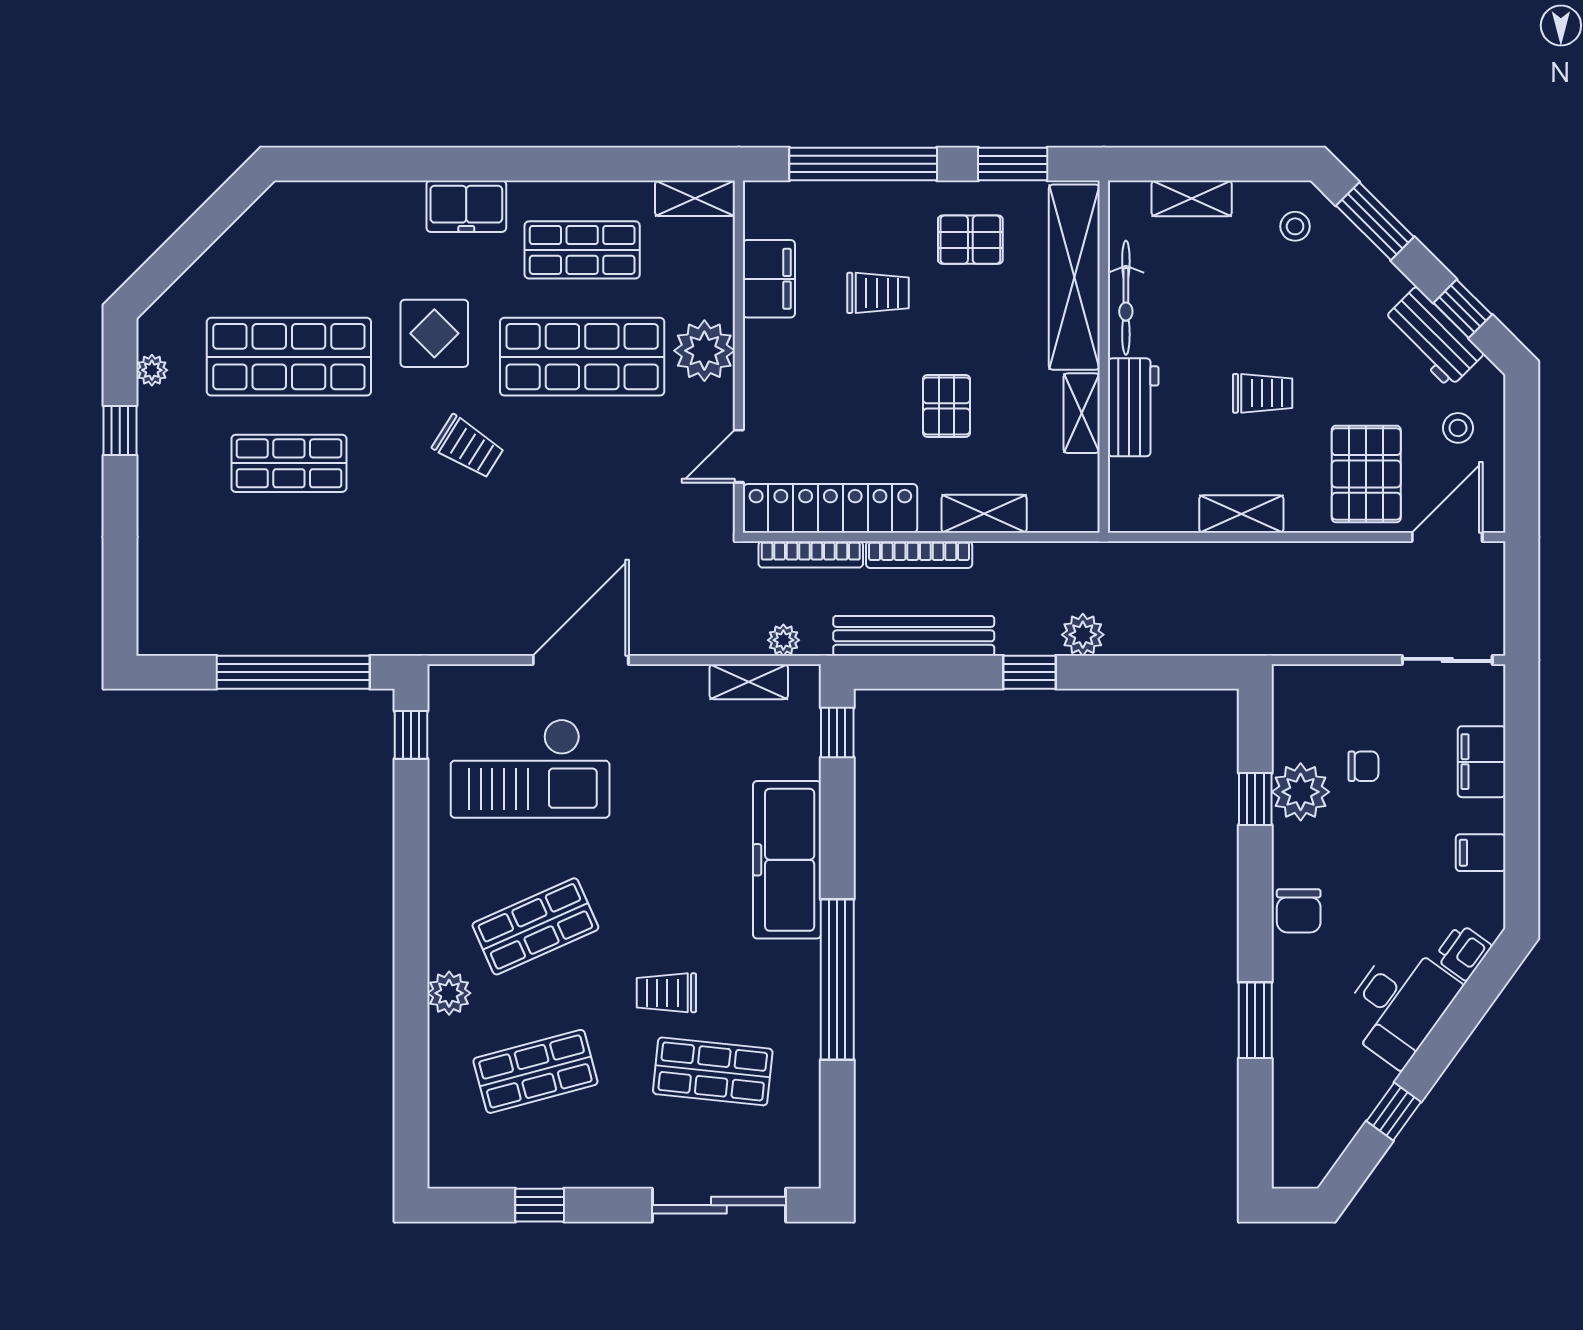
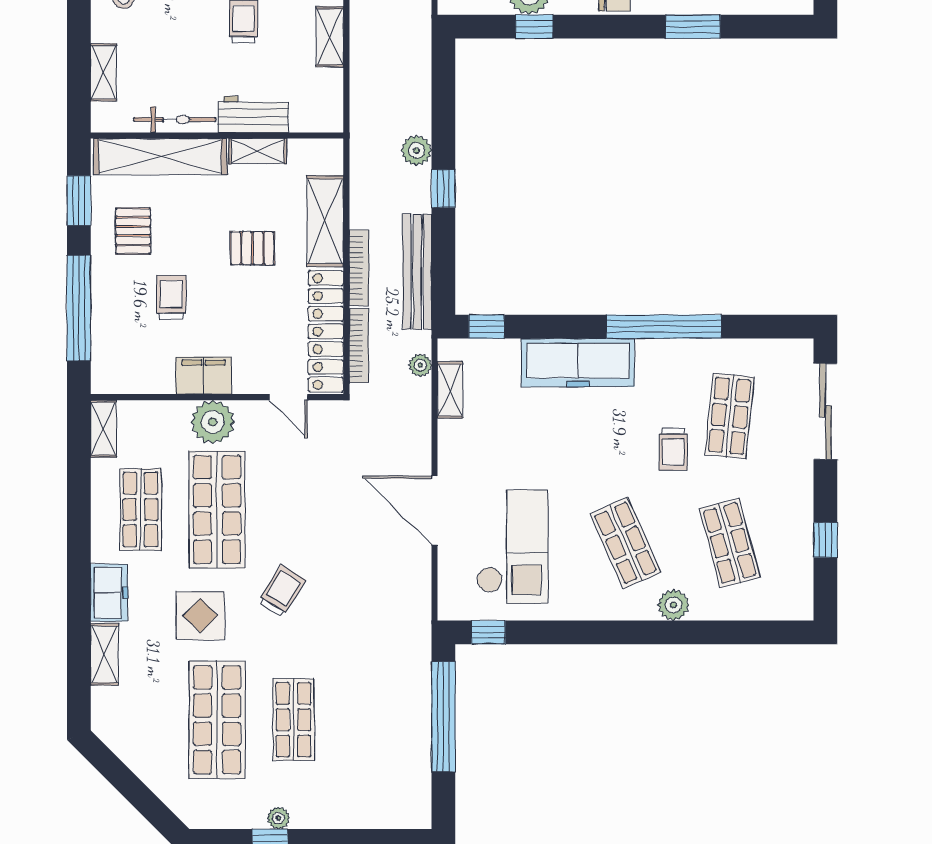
shelving: (380, 200) -> (104, 654), added
filing cabinet: (769, 279) -> (204, 376), moved
plant: (152, 370) -> (278, 818), moved
shelving: (984, 514) -> (325, 221), width x1.50, depth x1.33

